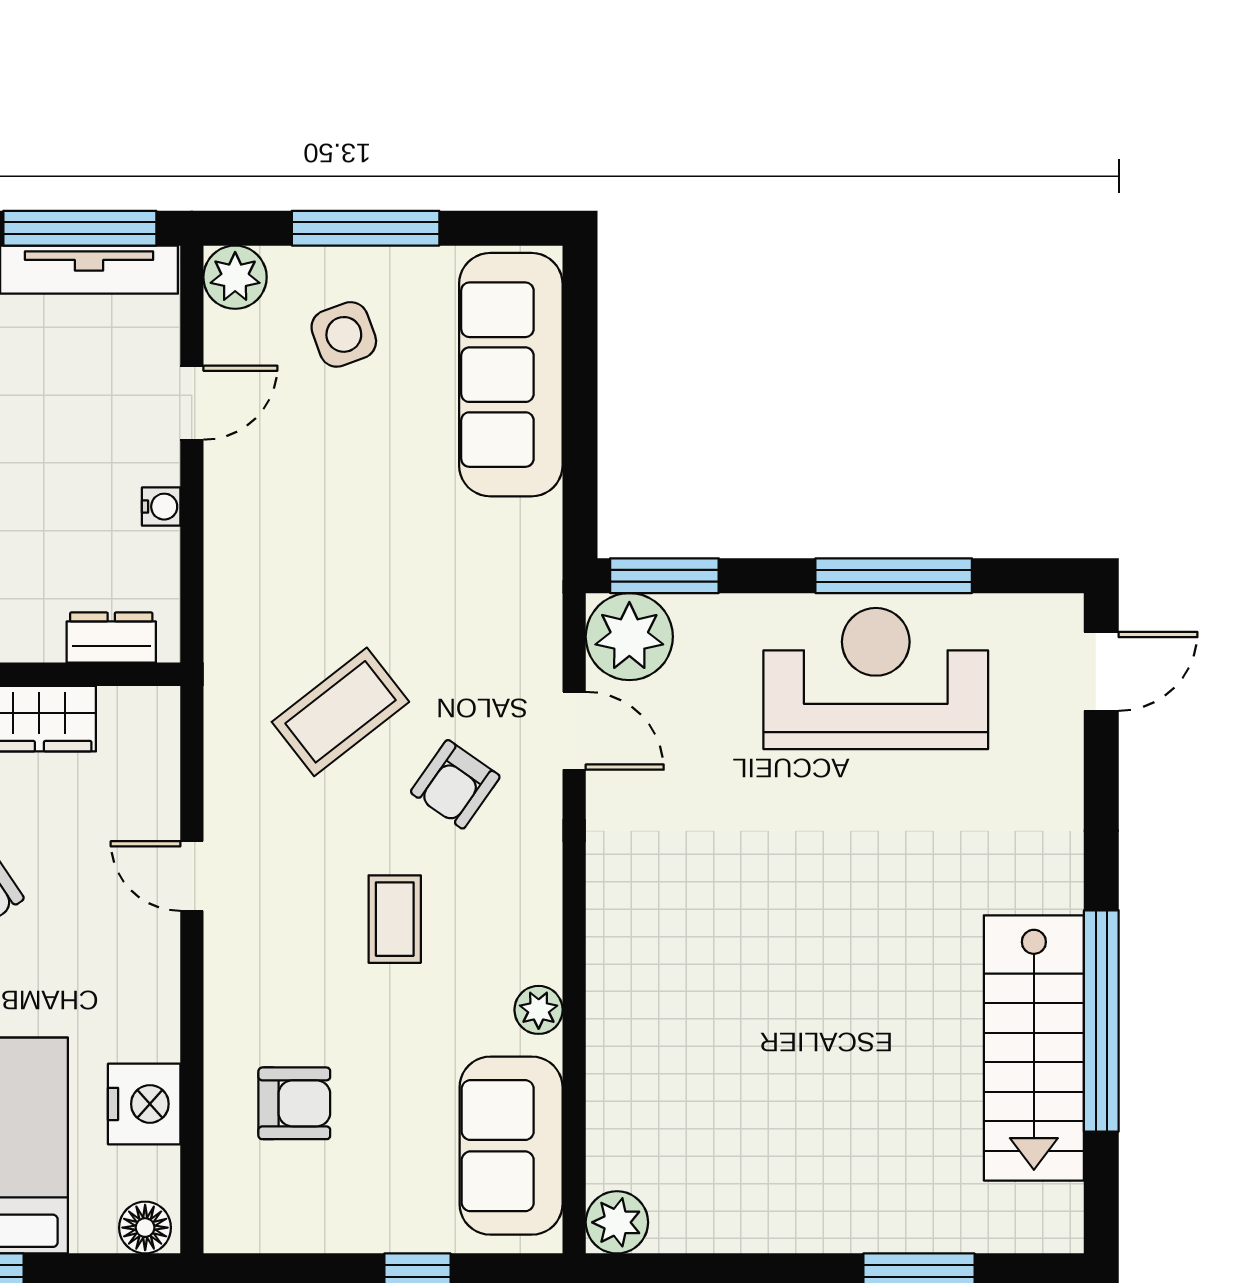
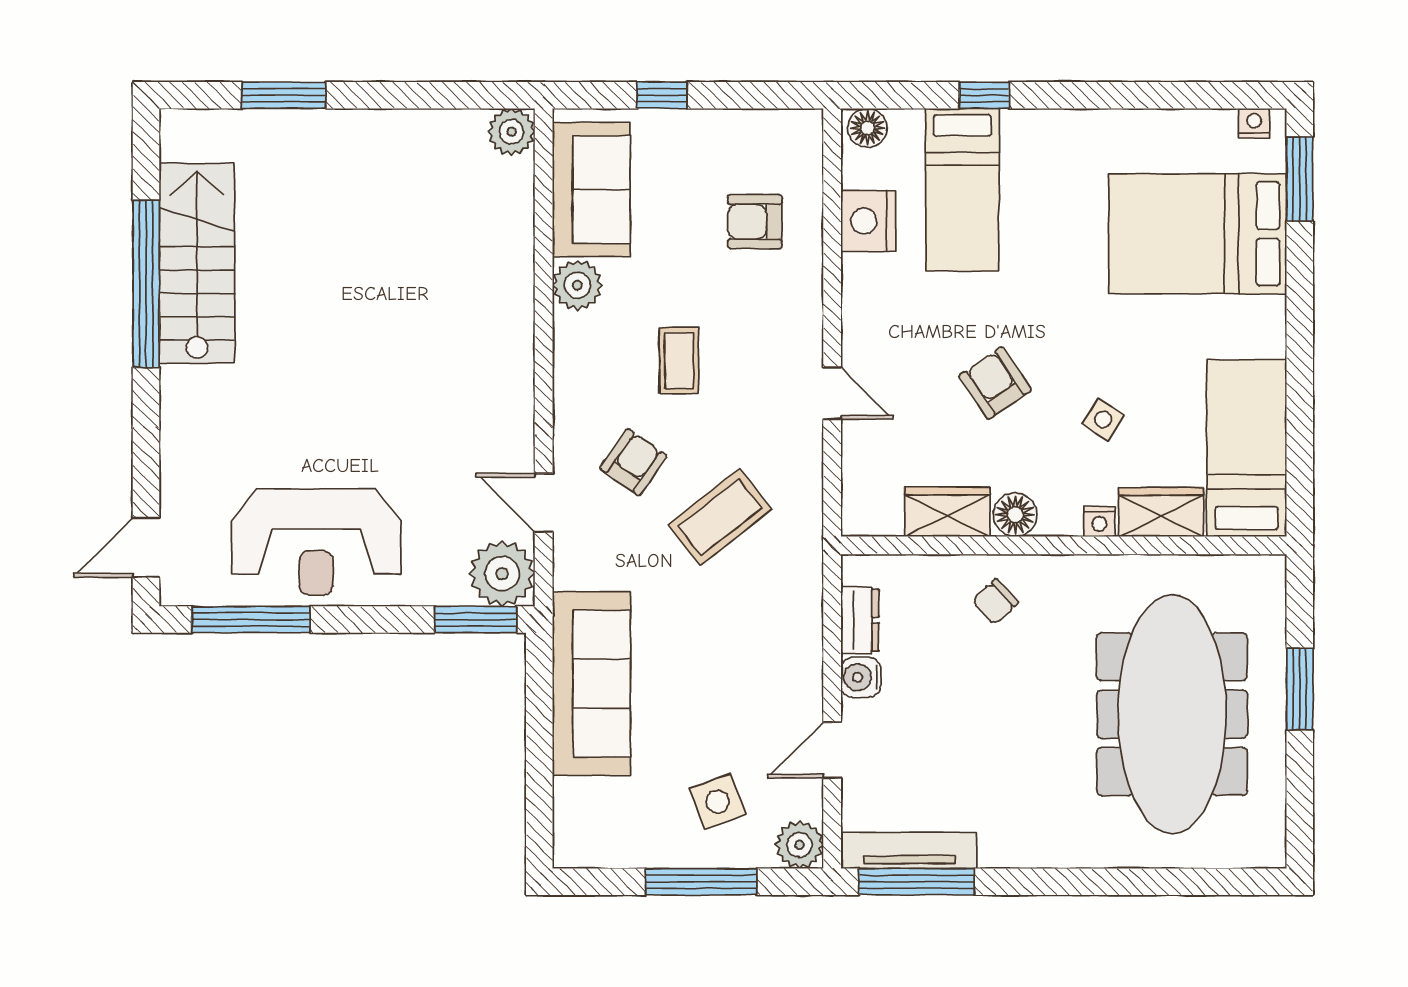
sofa: (511, 375) -> (591, 684), moved
water cooler: (161, 507) -> (861, 677), width x1.38, depth x1.38
window: (894, 576) -> (251, 620), moved
dresser: (111, 637) -> (860, 620), moved, turned -90
plant: (539, 1010) -> (577, 285), width x1.38, depth x1.38

